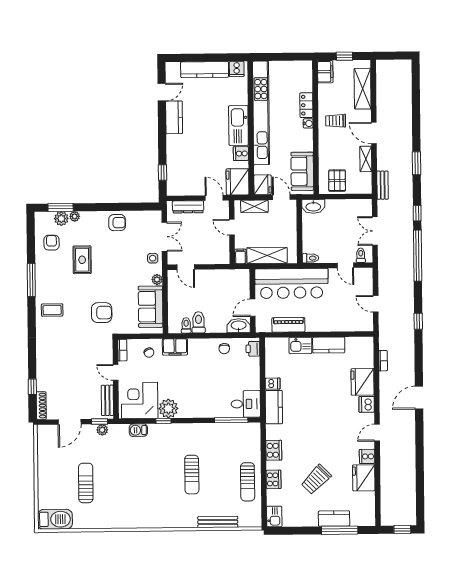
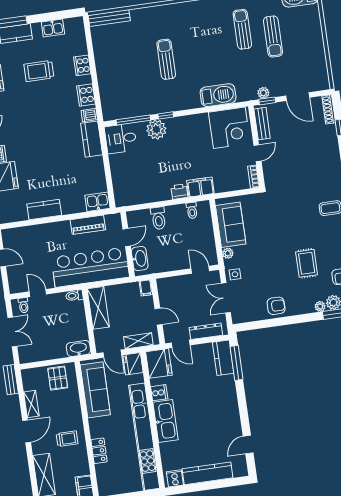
kitchen counter: (174, 117) -> (223, 358), moved
water cooler: (308, 123) -> (95, 432), removed
door: (374, 133) -> (27, 431), hinge flipped
sofa: (302, 171) -> (95, 390), width x1.36
window: (162, 172) -> (236, 363), width x2.17
armchair: (117, 223) -> (276, 306), turned 180
shelving: (267, 256) -> (98, 308), moved, turned 90
armchair: (102, 313) -> (280, 212), removed
toilet: (199, 322) -> (158, 218), moved
washbasin: (239, 326) -> (140, 258), moved, turned -90
kitchen sink: (300, 345) -> (98, 202), moved
chair: (224, 349) -> (150, 192), removed
printer: (253, 349) -> (179, 192), moved, turned -90
chair: (149, 353) -> (226, 178), removed
door: (116, 372) -> (257, 153), hinge flipped
dishwasher: (273, 384) -> (89, 115), moved
plant: (168, 409) -> (156, 129), moved
window: (163, 421) -> (166, 115), moved
door: (70, 422) -> (298, 97), swing flipped
barbecue: (138, 430) -> (218, 95), width x1.88, depth x1.53
trolley: (316, 479) -> (39, 71), turned -135
sun lounger: (248, 482) -> (242, 29), moved
kitchen sink: (274, 517) -> (53, 28), moved, turned -90
bench: (218, 522) -> (109, 18), moved

